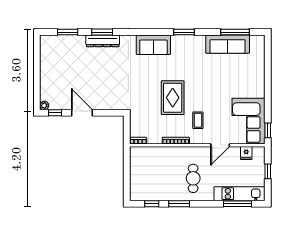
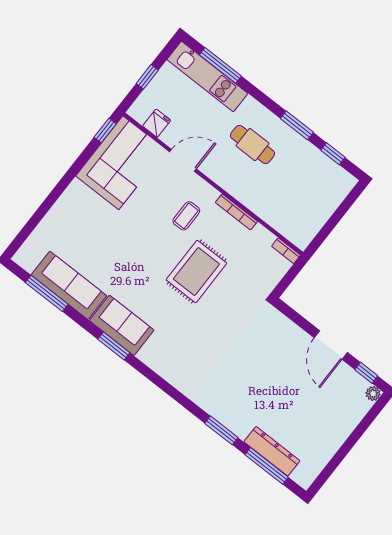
window: (68, 32) -> (267, 466), width x1.44
dresser: (103, 41) -> (272, 451), moved
sofa: (153, 45) -> (122, 325), moved
cafe table: (193, 178) -> (252, 145), turned 90

